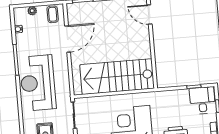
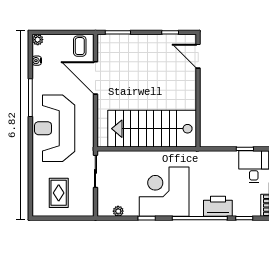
plant: (32, 11) -> (38, 40), moved
door: (68, 39) -> (95, 78), swing flipped

